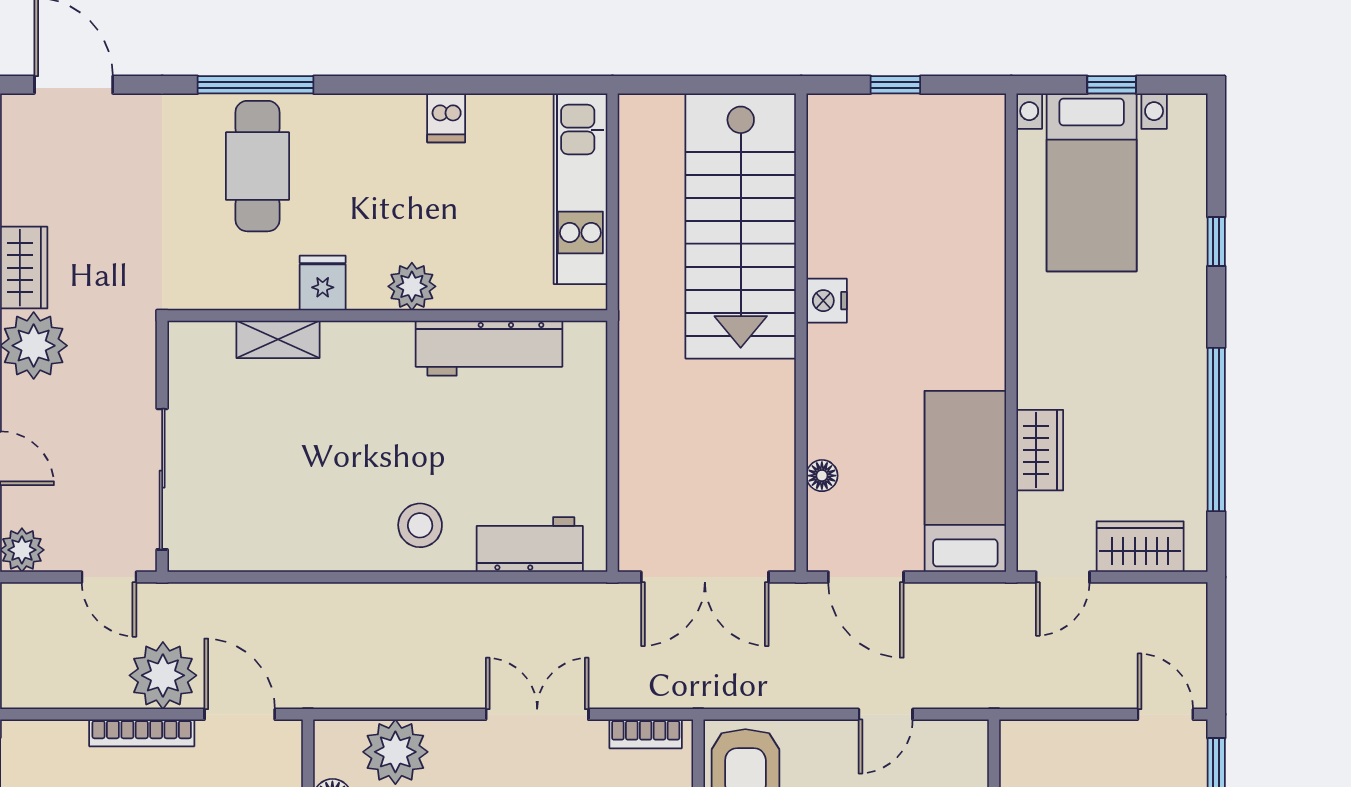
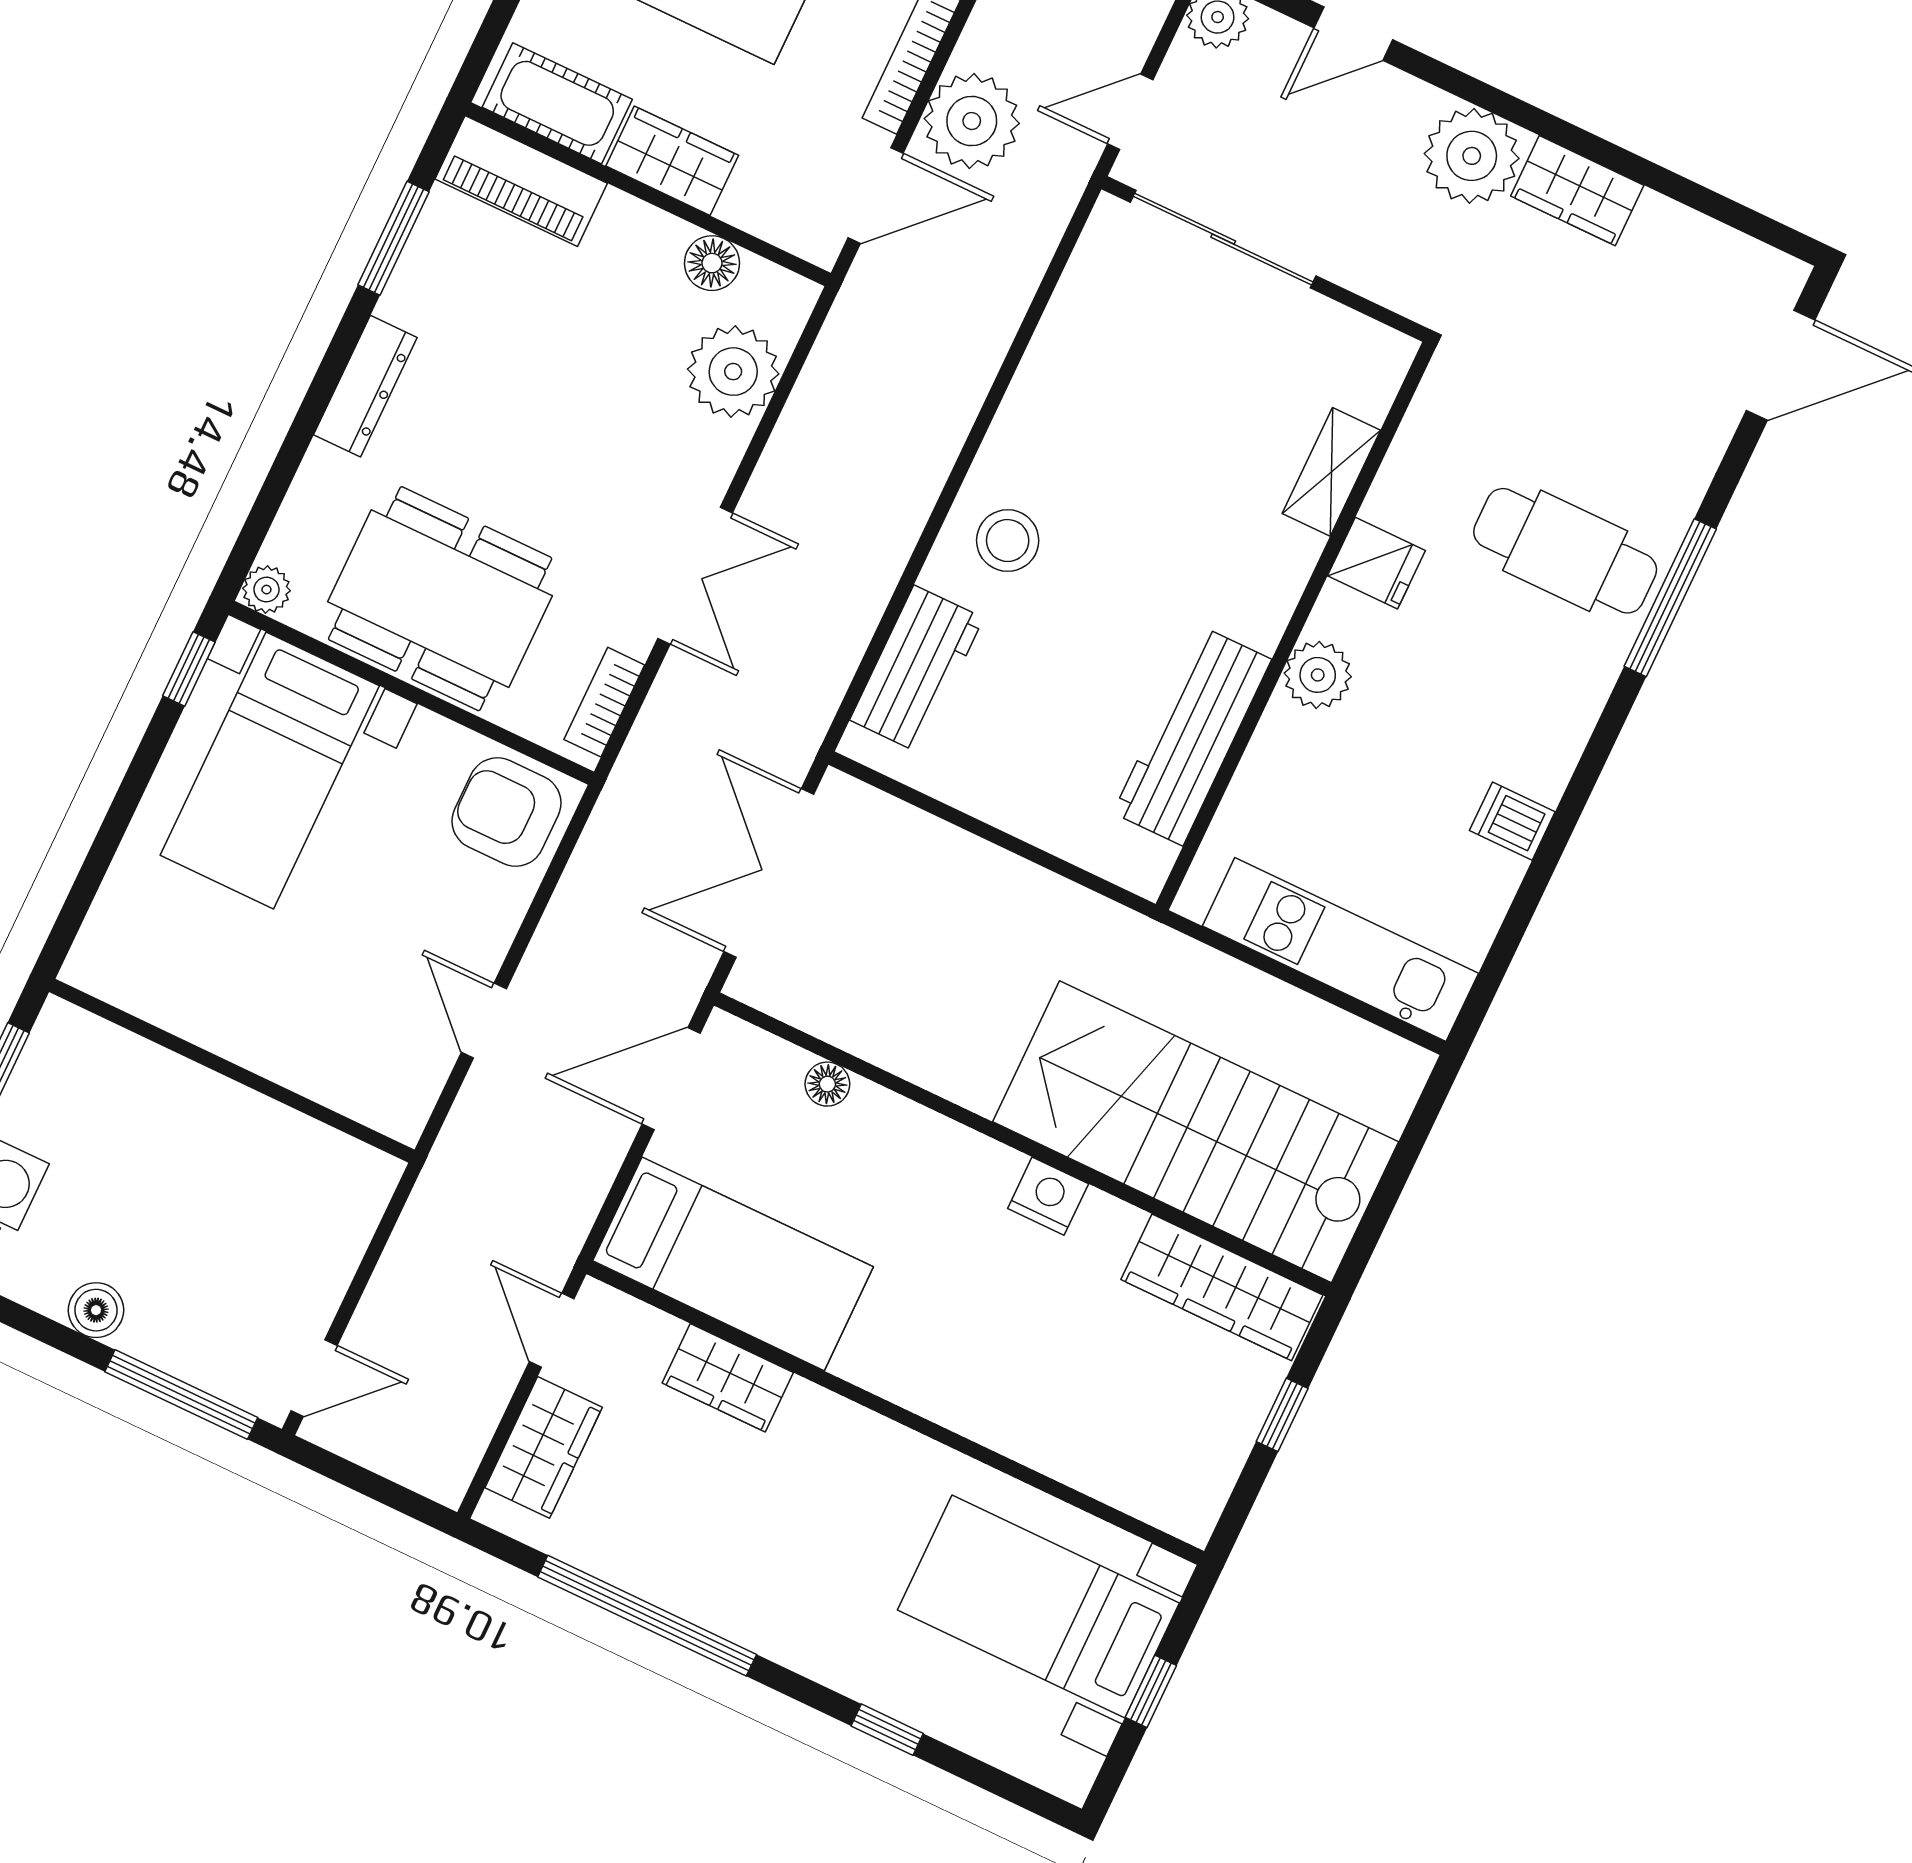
wardrobe: (832, 162) -> (1222, 1287), added

